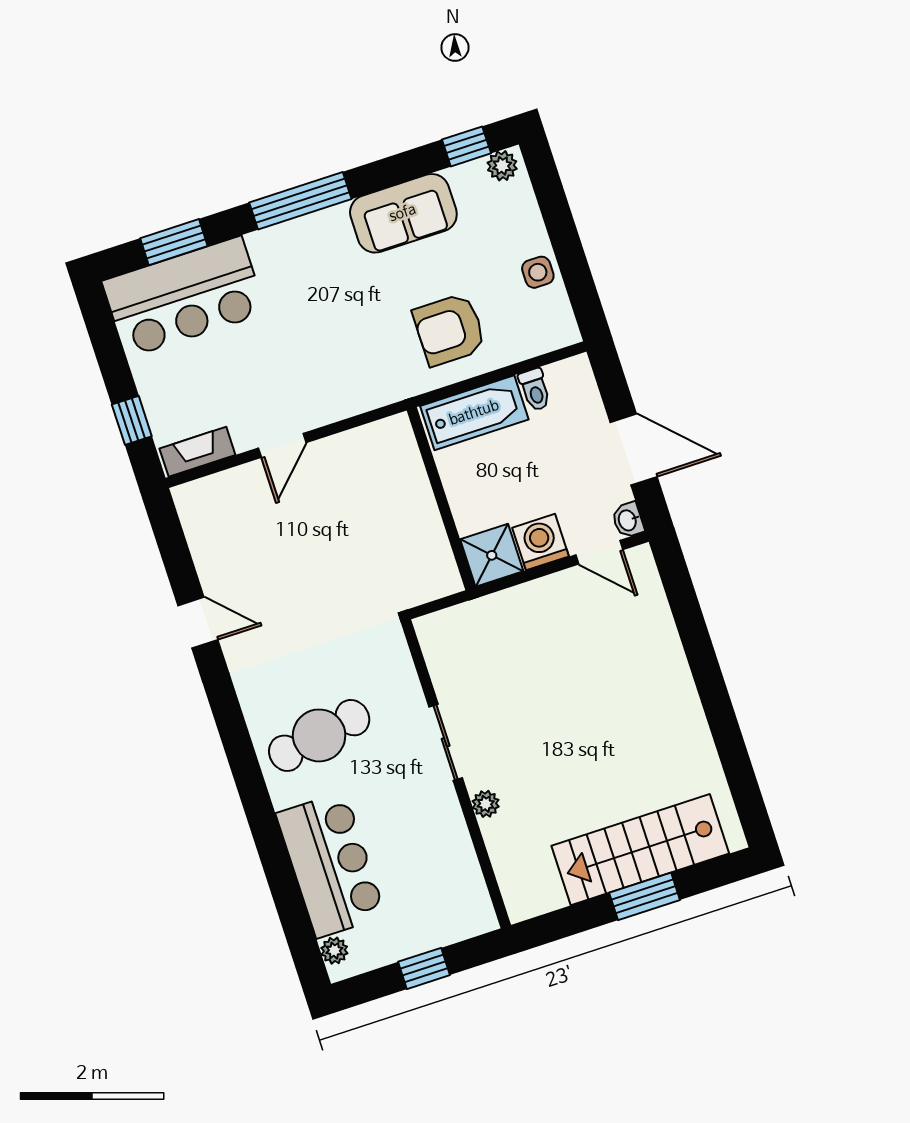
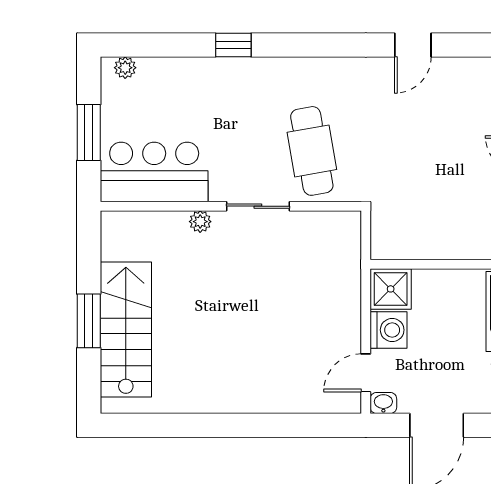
cafe table: (319, 735) -> (312, 151), moved
window: (266, 833) -> (233, 45), added
bar counter: (331, 865) -> (154, 172), moved, turned 180
window: (424, 968) -> (89, 132), width x1.50

